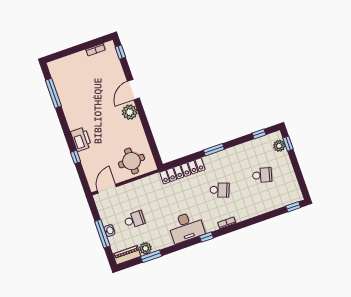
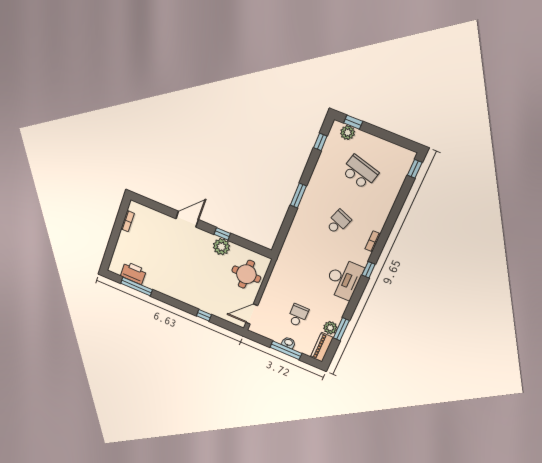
window: (120, 52) -> (222, 234), moved
door: (133, 90) -> (187, 219), swing flipped
plant: (130, 112) -> (221, 247), moved
printer: (81, 139) -> (133, 273), moved
locker: (182, 171) -> (292, 239), removed
school desk: (262, 175) -> (360, 172), width x1.85
door: (107, 189) -> (252, 314), hinge flipped

